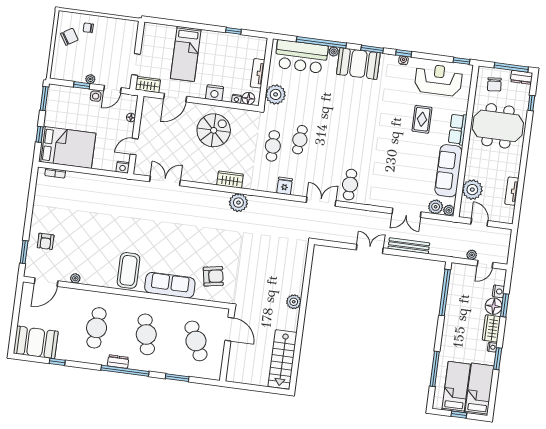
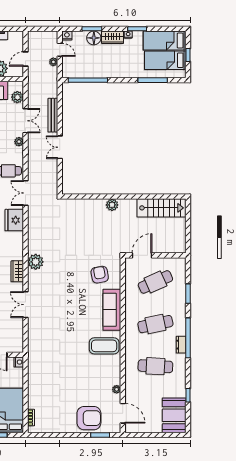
double door: (165, 181) -> (26, 305), moved
fridge: (285, 186) -> (14, 220), width x1.88, depth x1.34
plant: (449, 210) -> (19, 142), moved
armchair: (46, 241) -> (89, 418), width x1.88, depth x1.88
nightstand: (498, 291) -> (67, 36), moved

